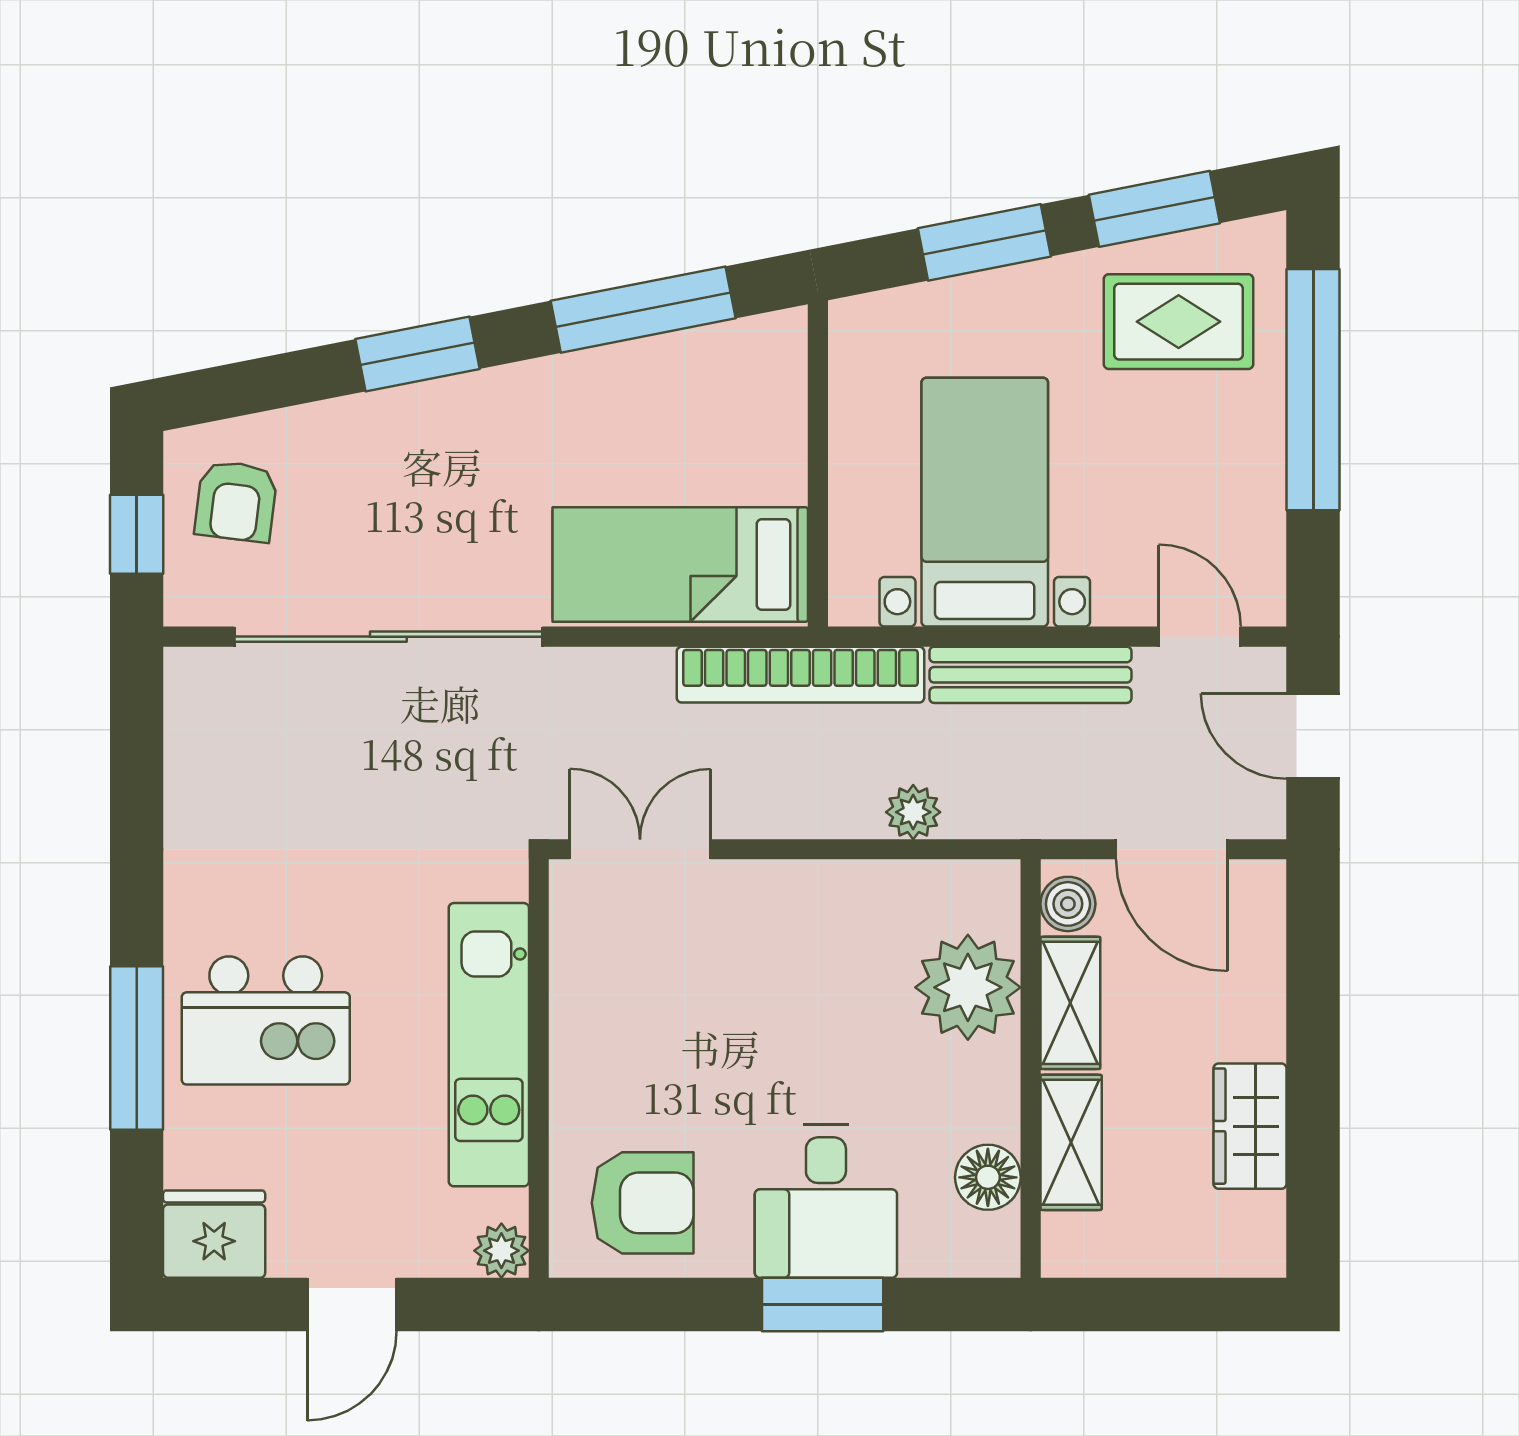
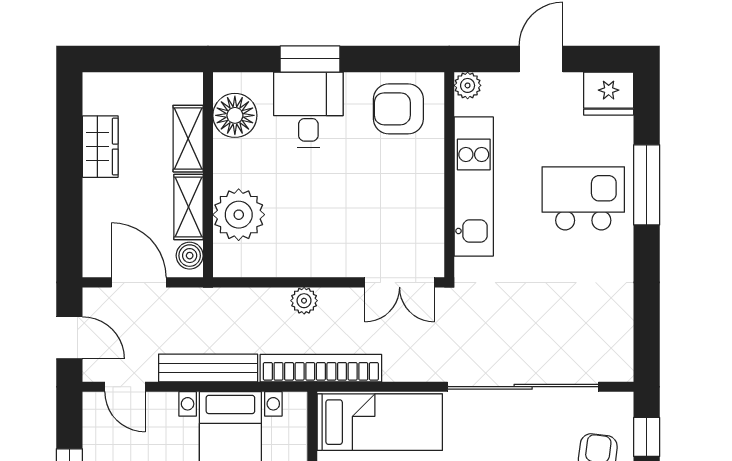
plant: (913, 812) -> (304, 301), moved
floor lamp: (988, 1177) -> (235, 115), width x1.38, depth x1.38

